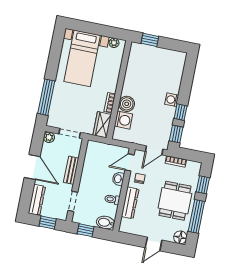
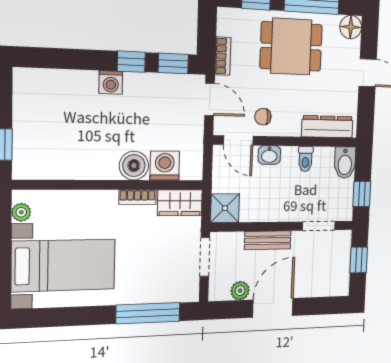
plant: (49, 137) -> (240, 291), moved
shower: (94, 149) -> (225, 208), added
dresser: (37, 200) -> (325, 287), removed
dresser: (130, 203) -> (327, 127), moved

